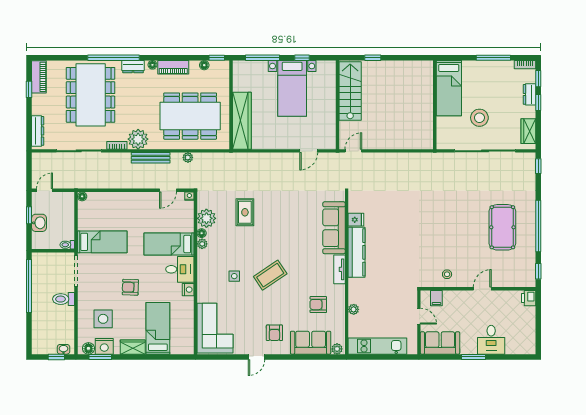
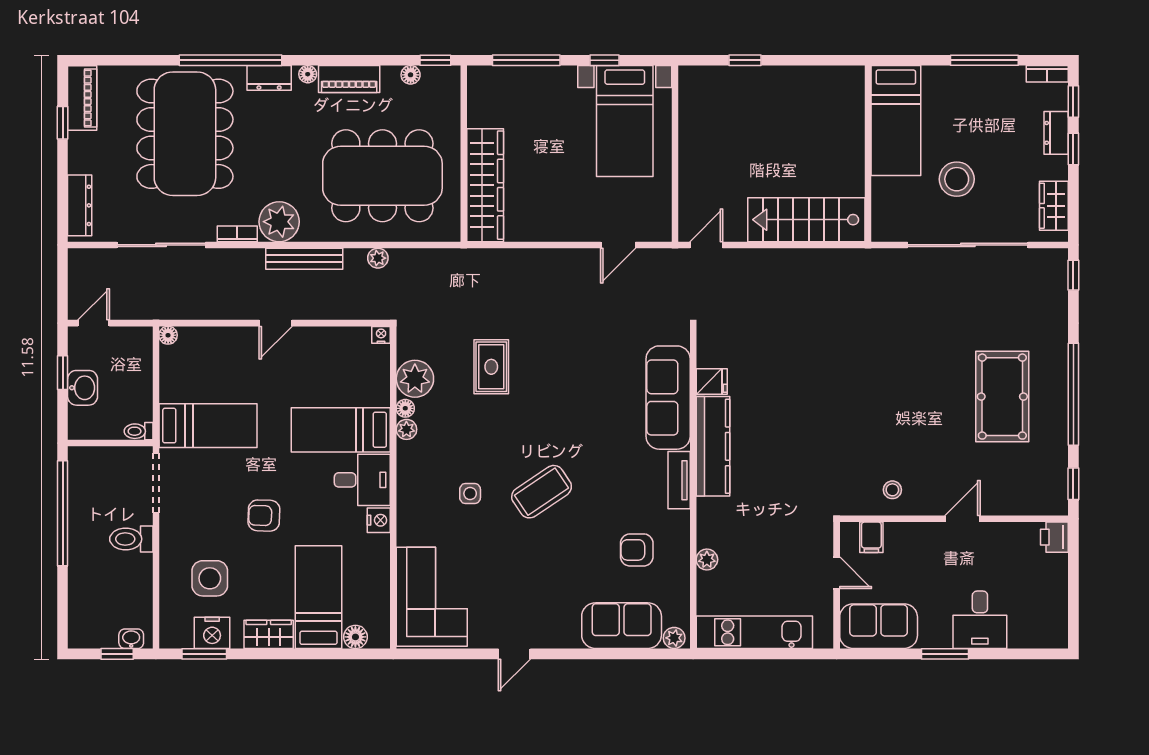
bed with nightstands: (292, 88) -> (625, 121), moved
stairs: (350, 91) -> (806, 220), moved, turned -90
door: (168, 190) -> (276, 323), moved
armchair: (274, 333) -> (550, 606), removed
floor lamp: (88, 348) -> (355, 637), moved

